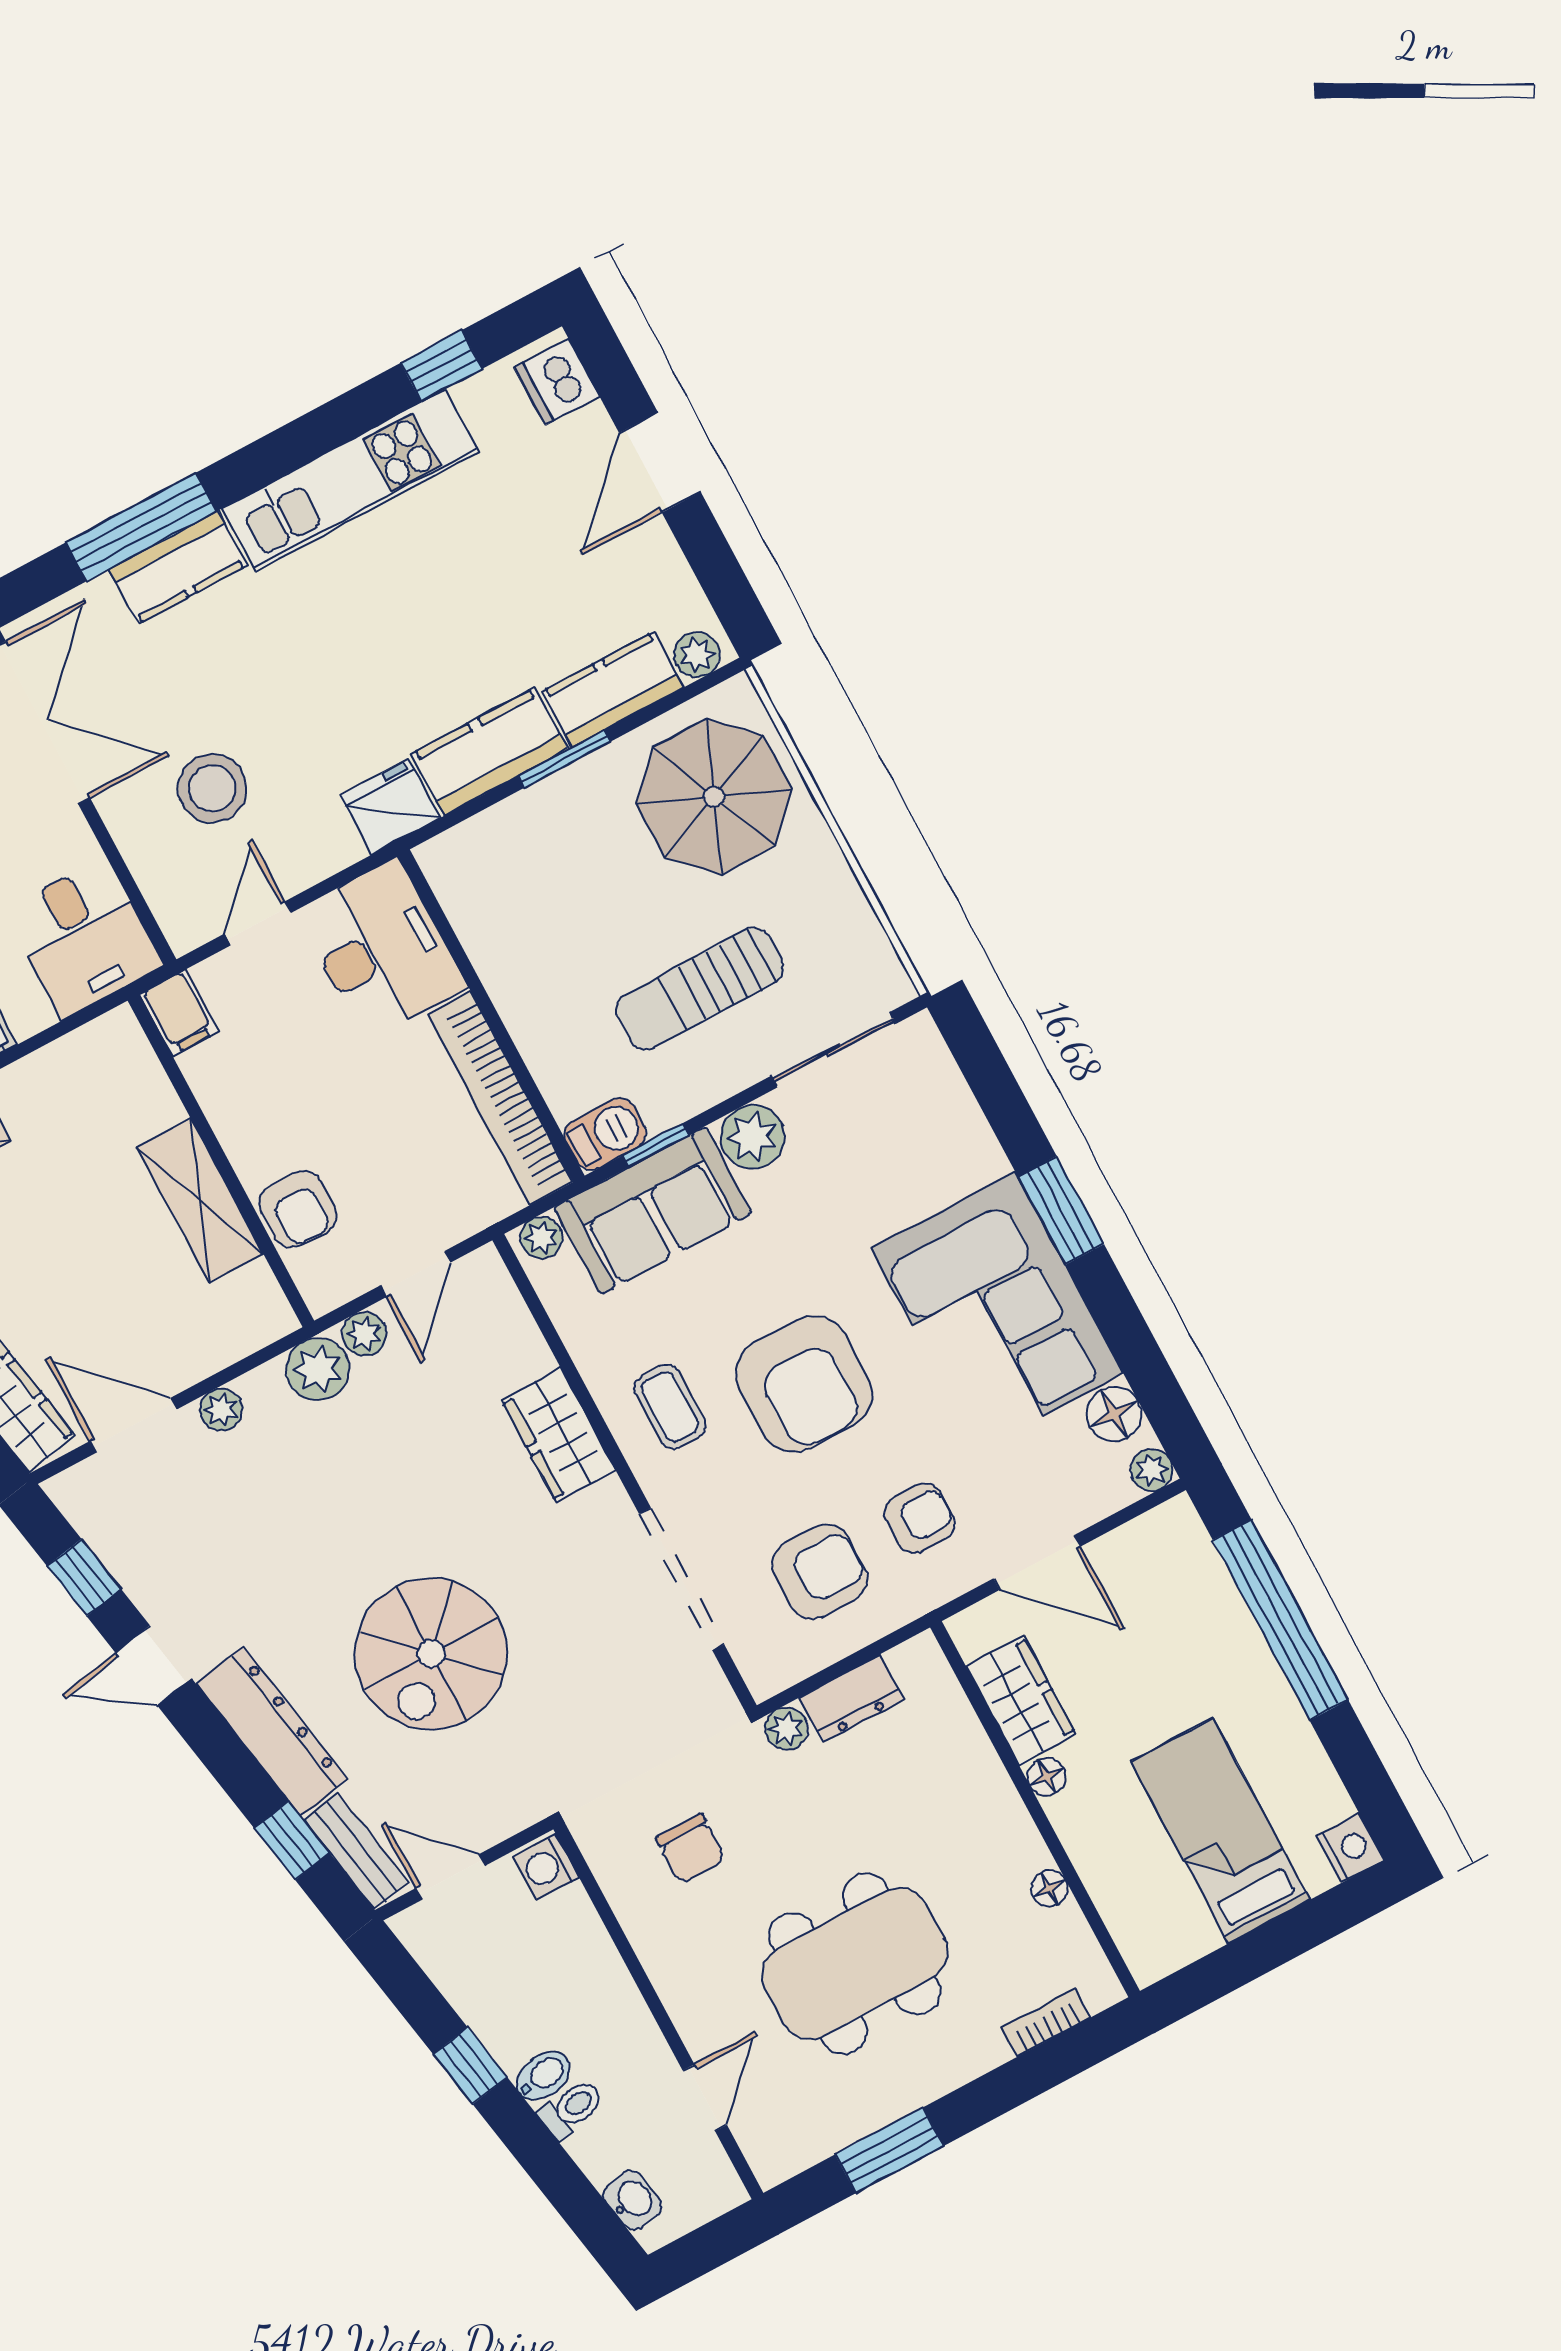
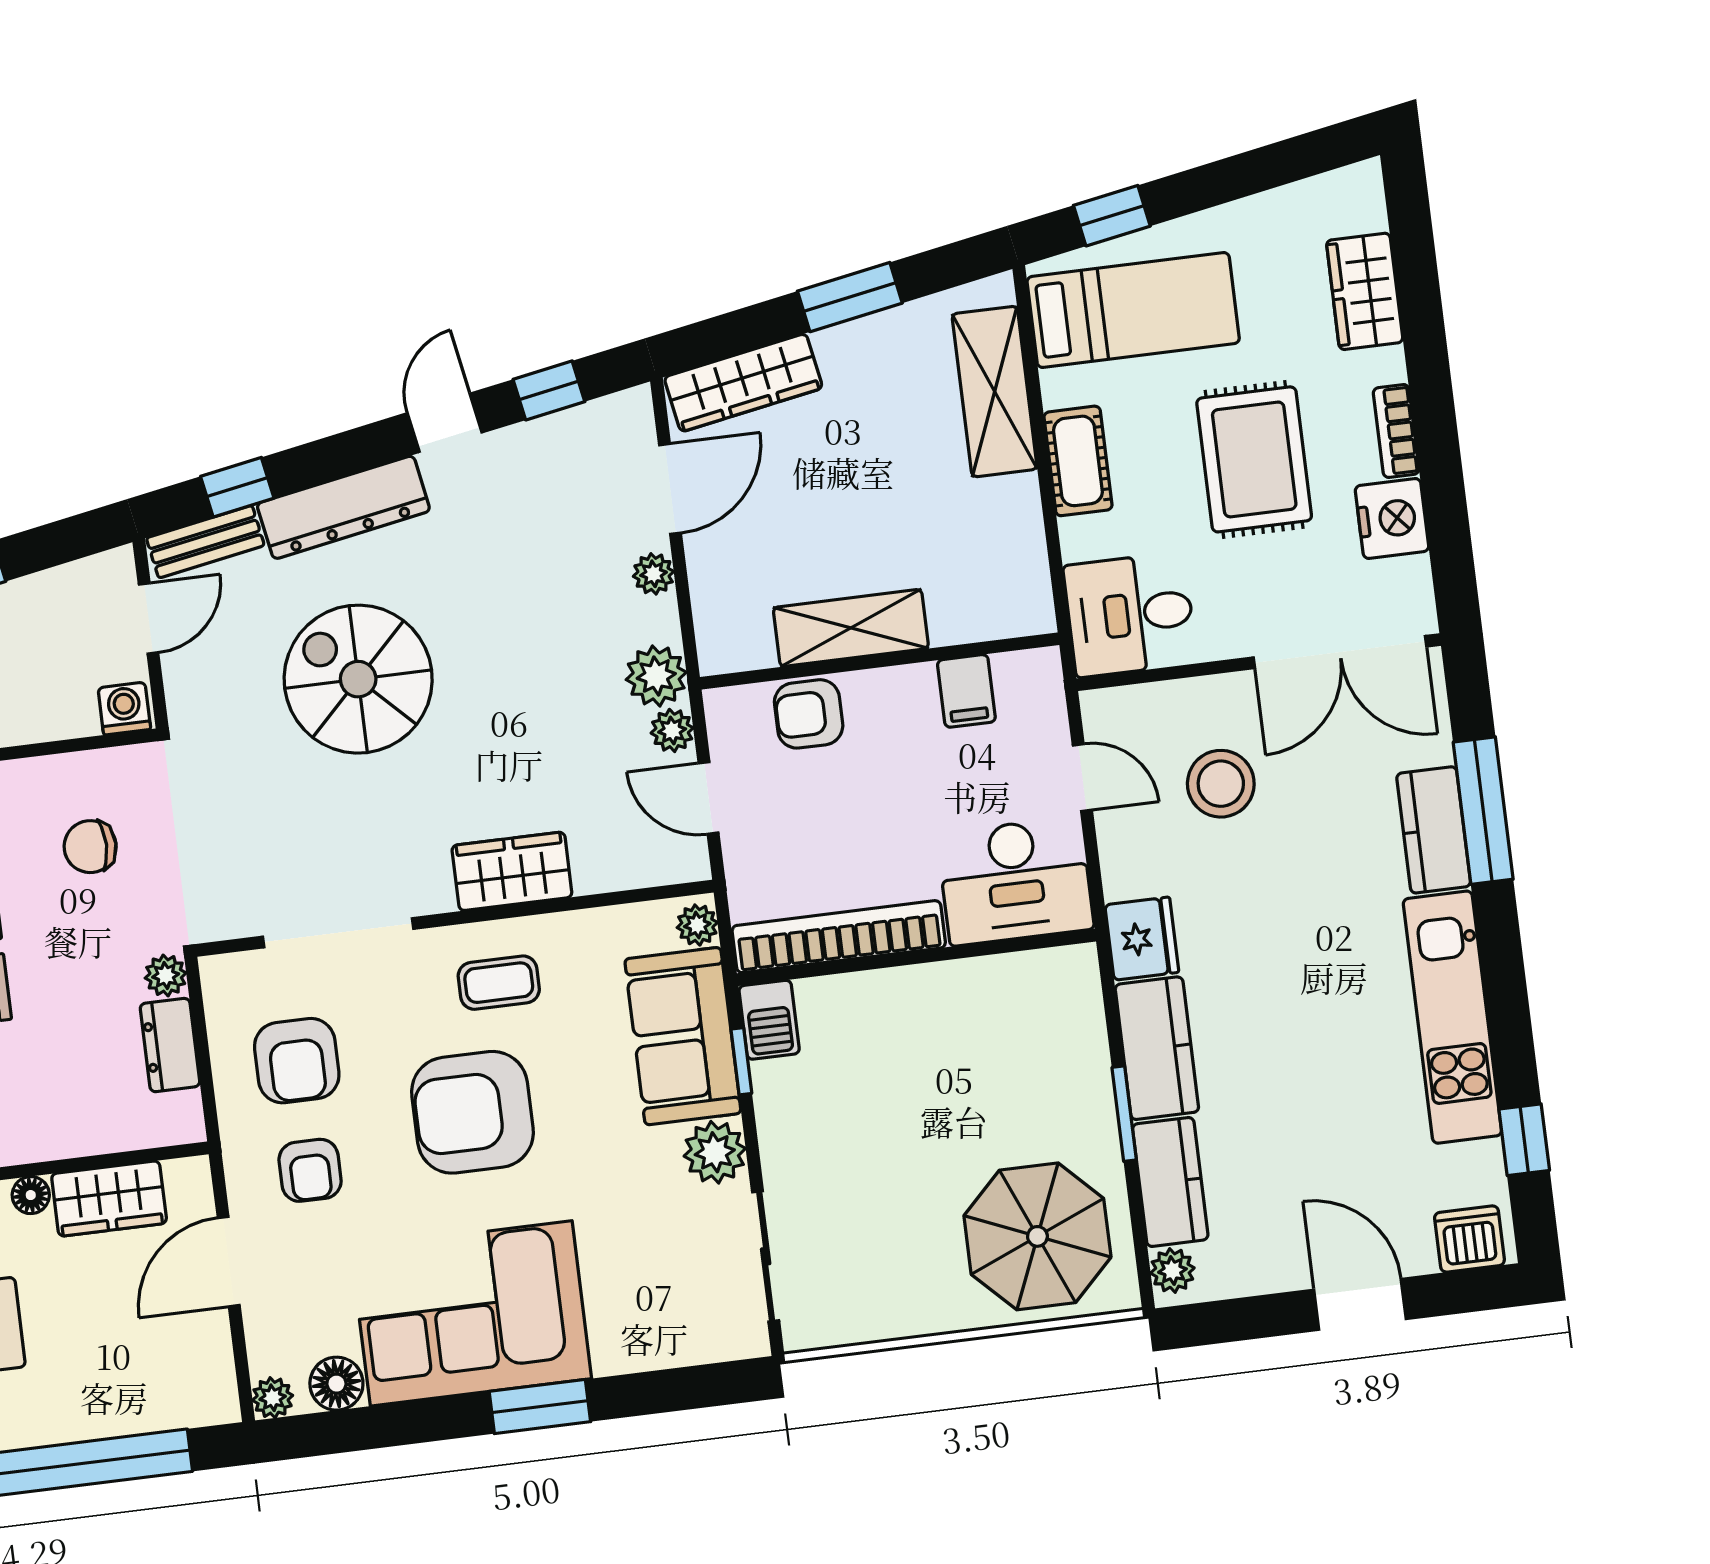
sun lounger: (700, 989) -> (868, 1156), removed
filing cabinet: (179, 1013) -> (966, 691), moved, turned -90

